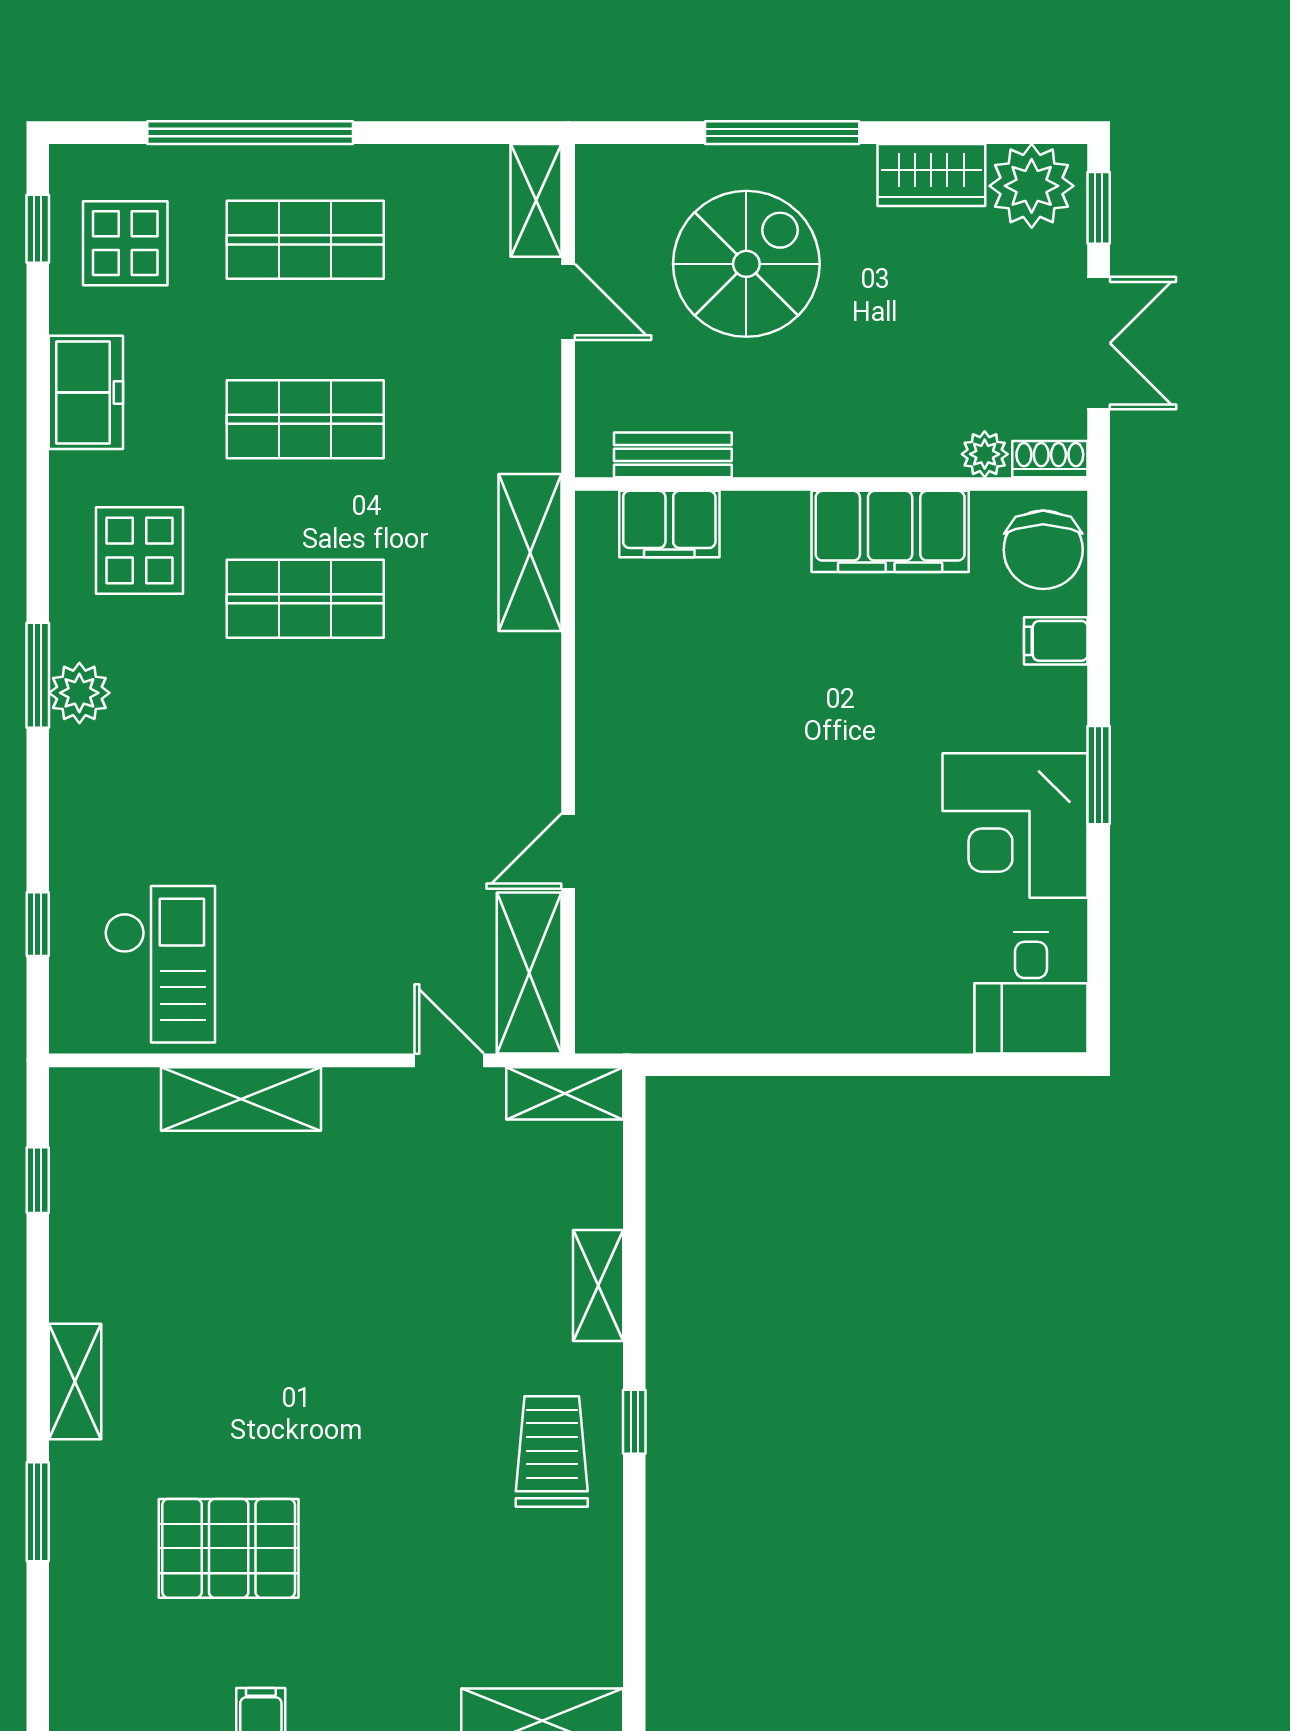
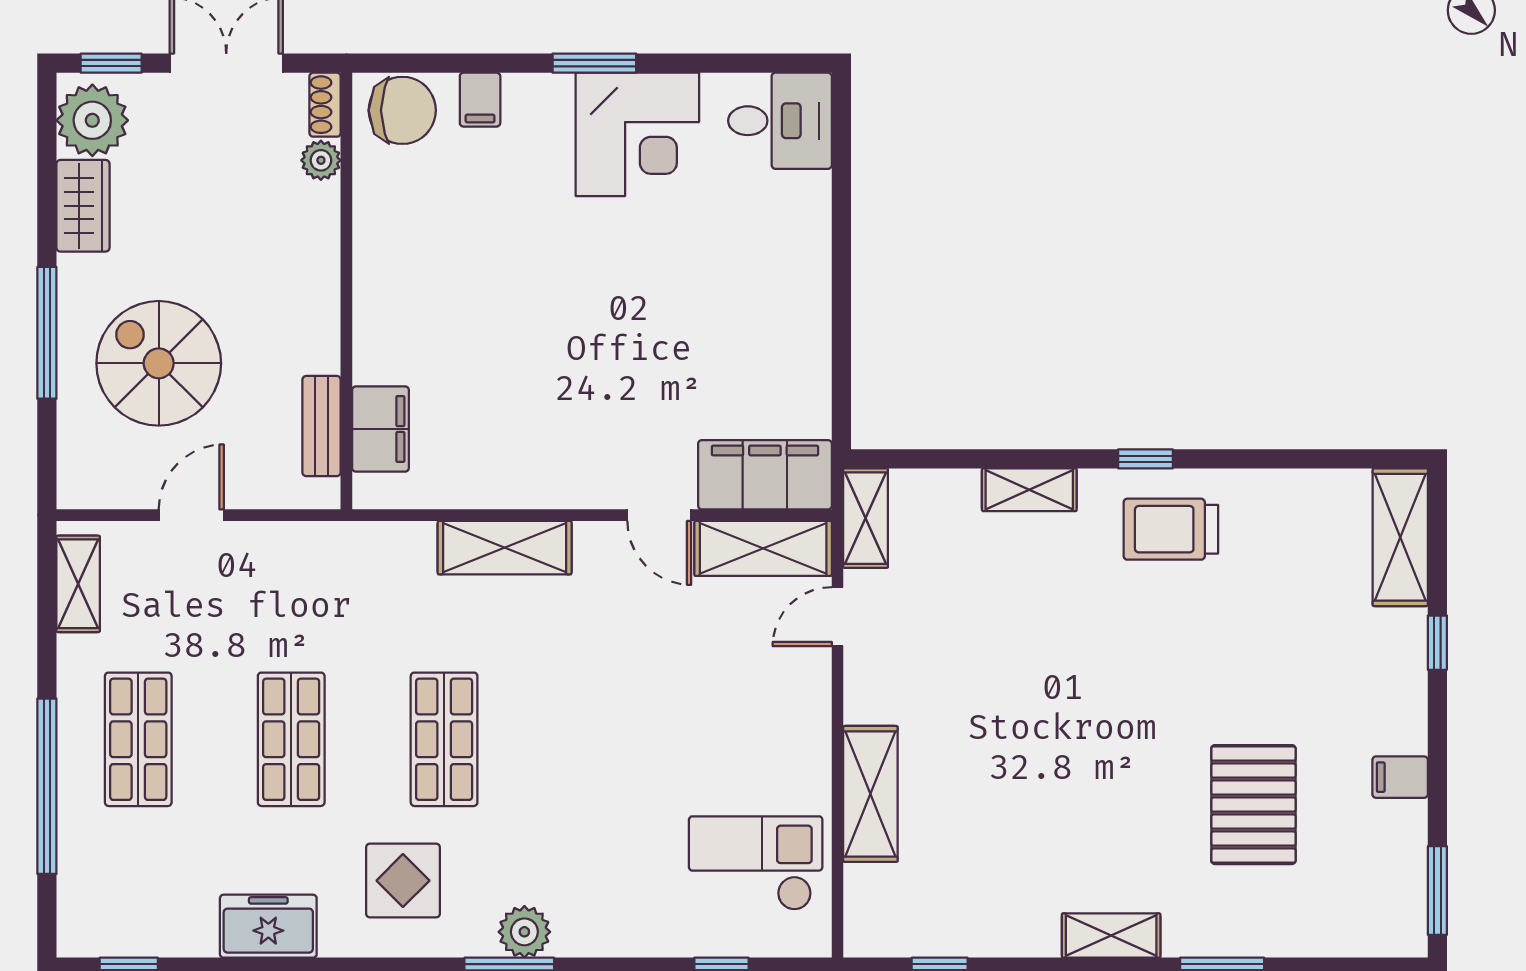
shelving: (536, 200) -> (78, 584), moved, turned 90
display table: (125, 243) -> (141, 893), removed
filing cabinet: (890, 531) -> (765, 475), moved, turned -90
shelving: (530, 553) -> (505, 548), moved

